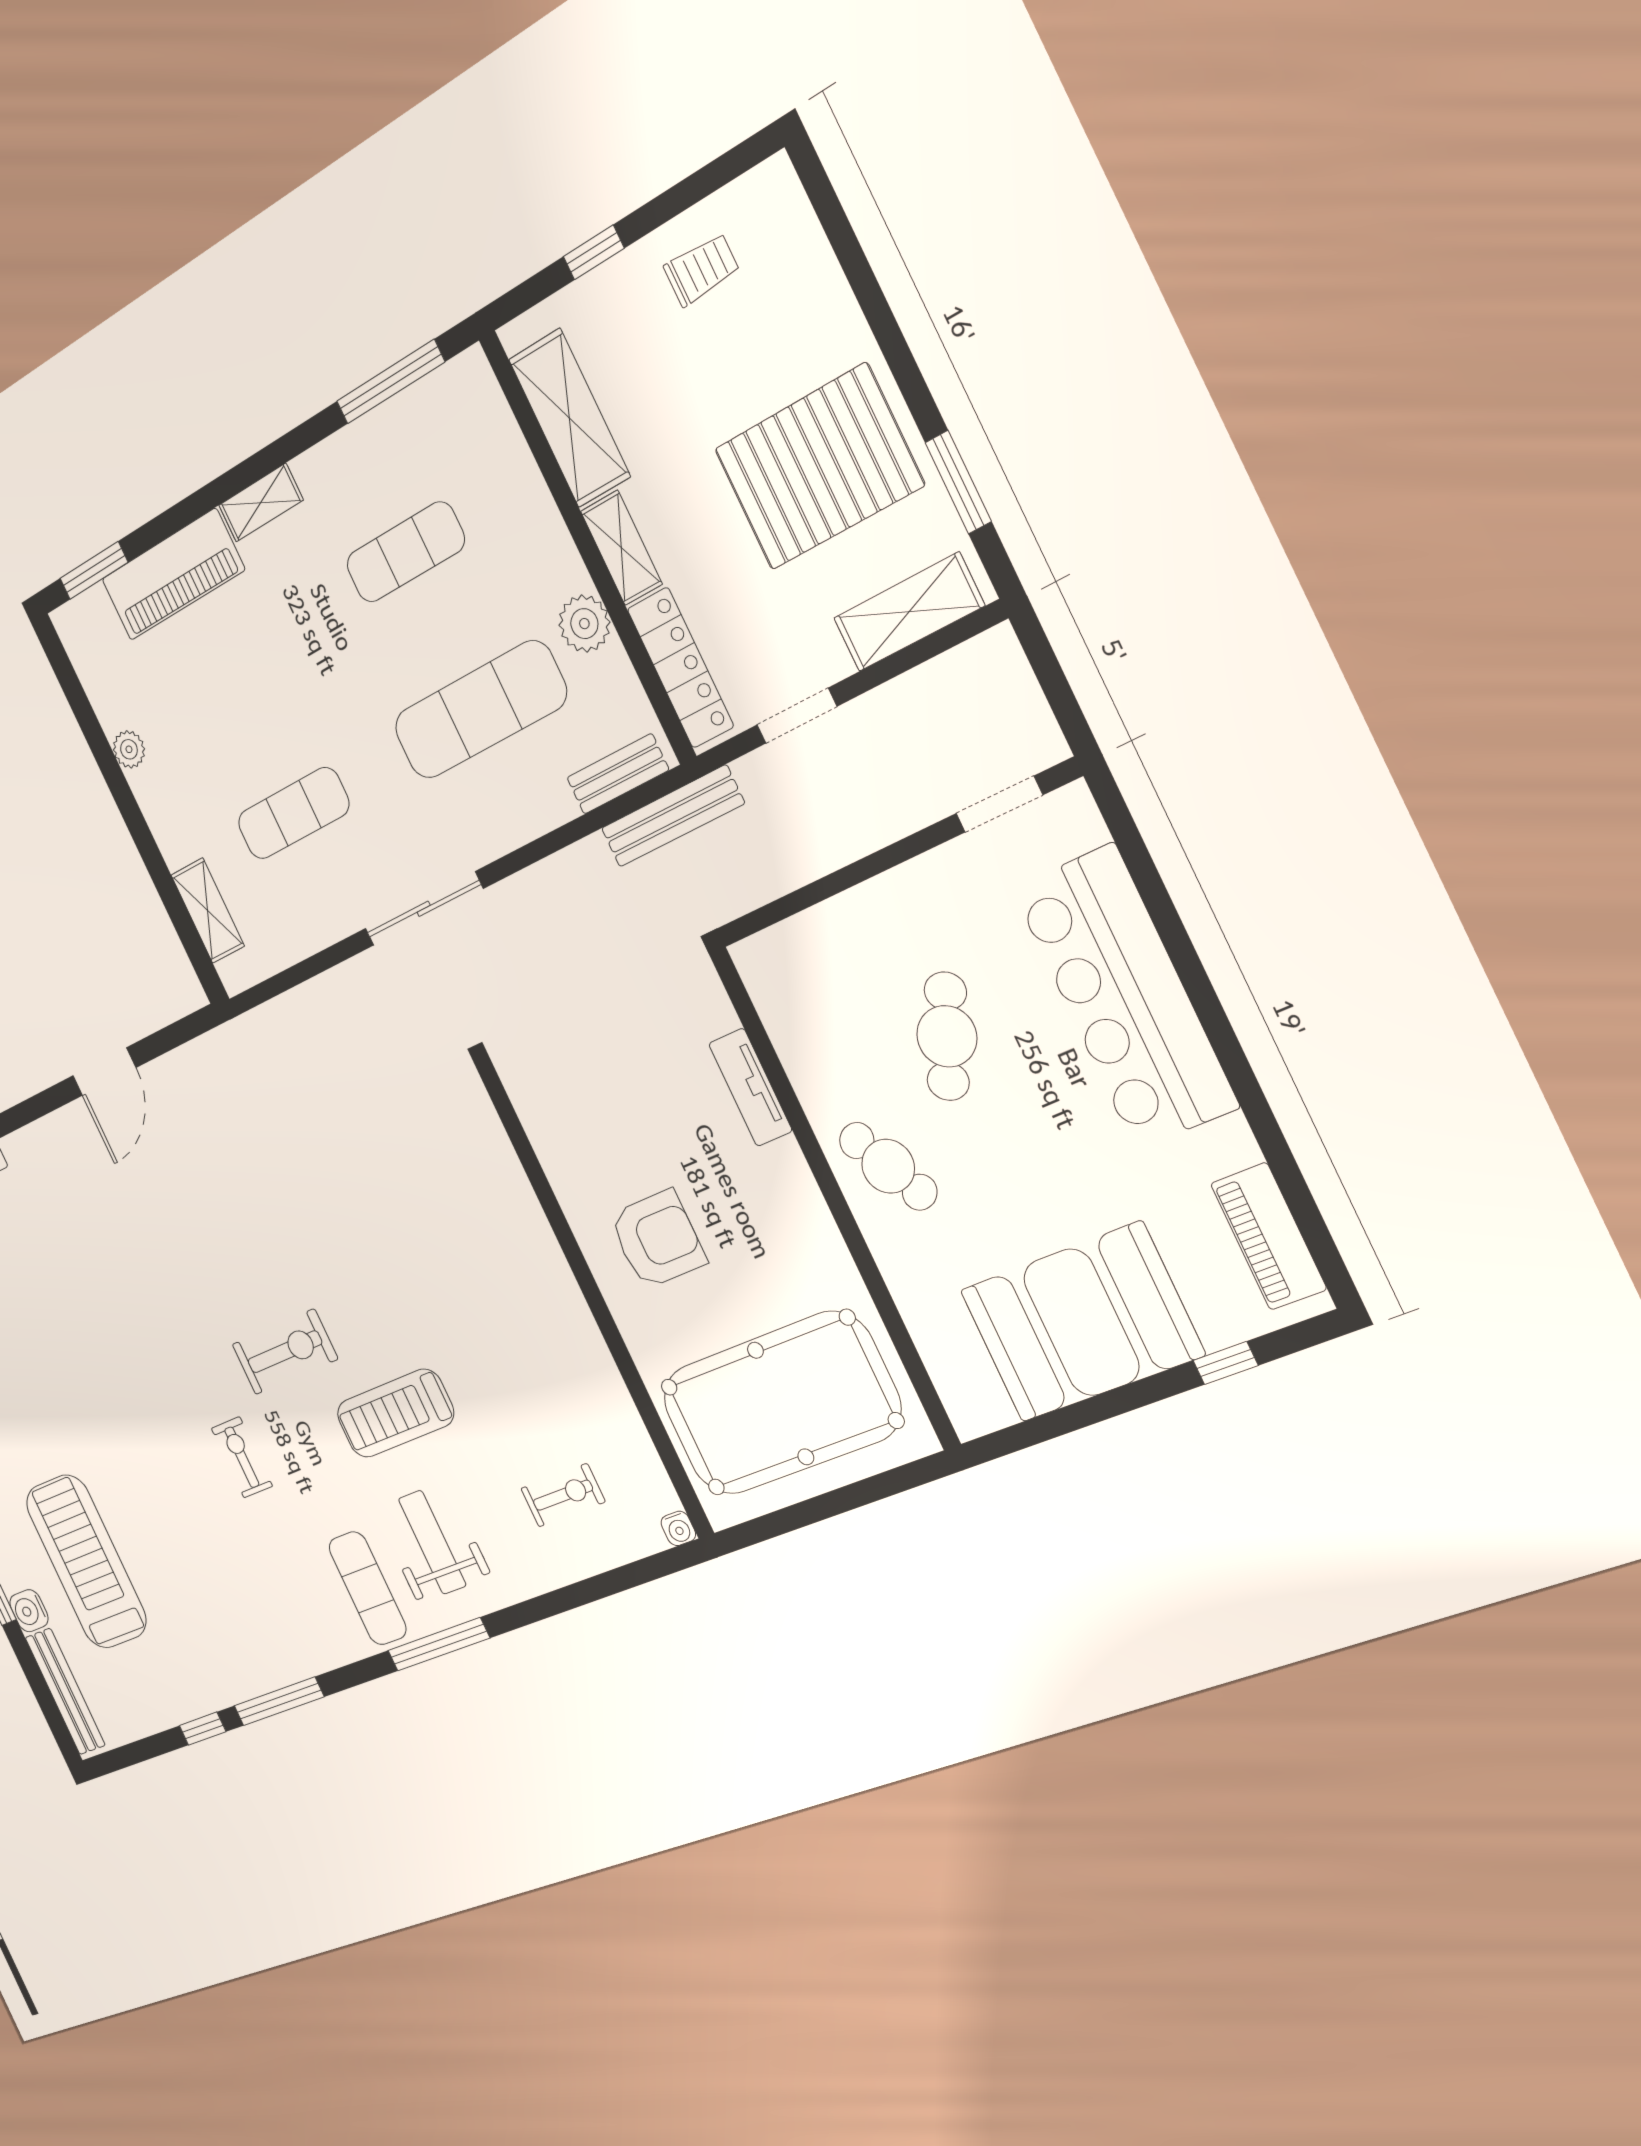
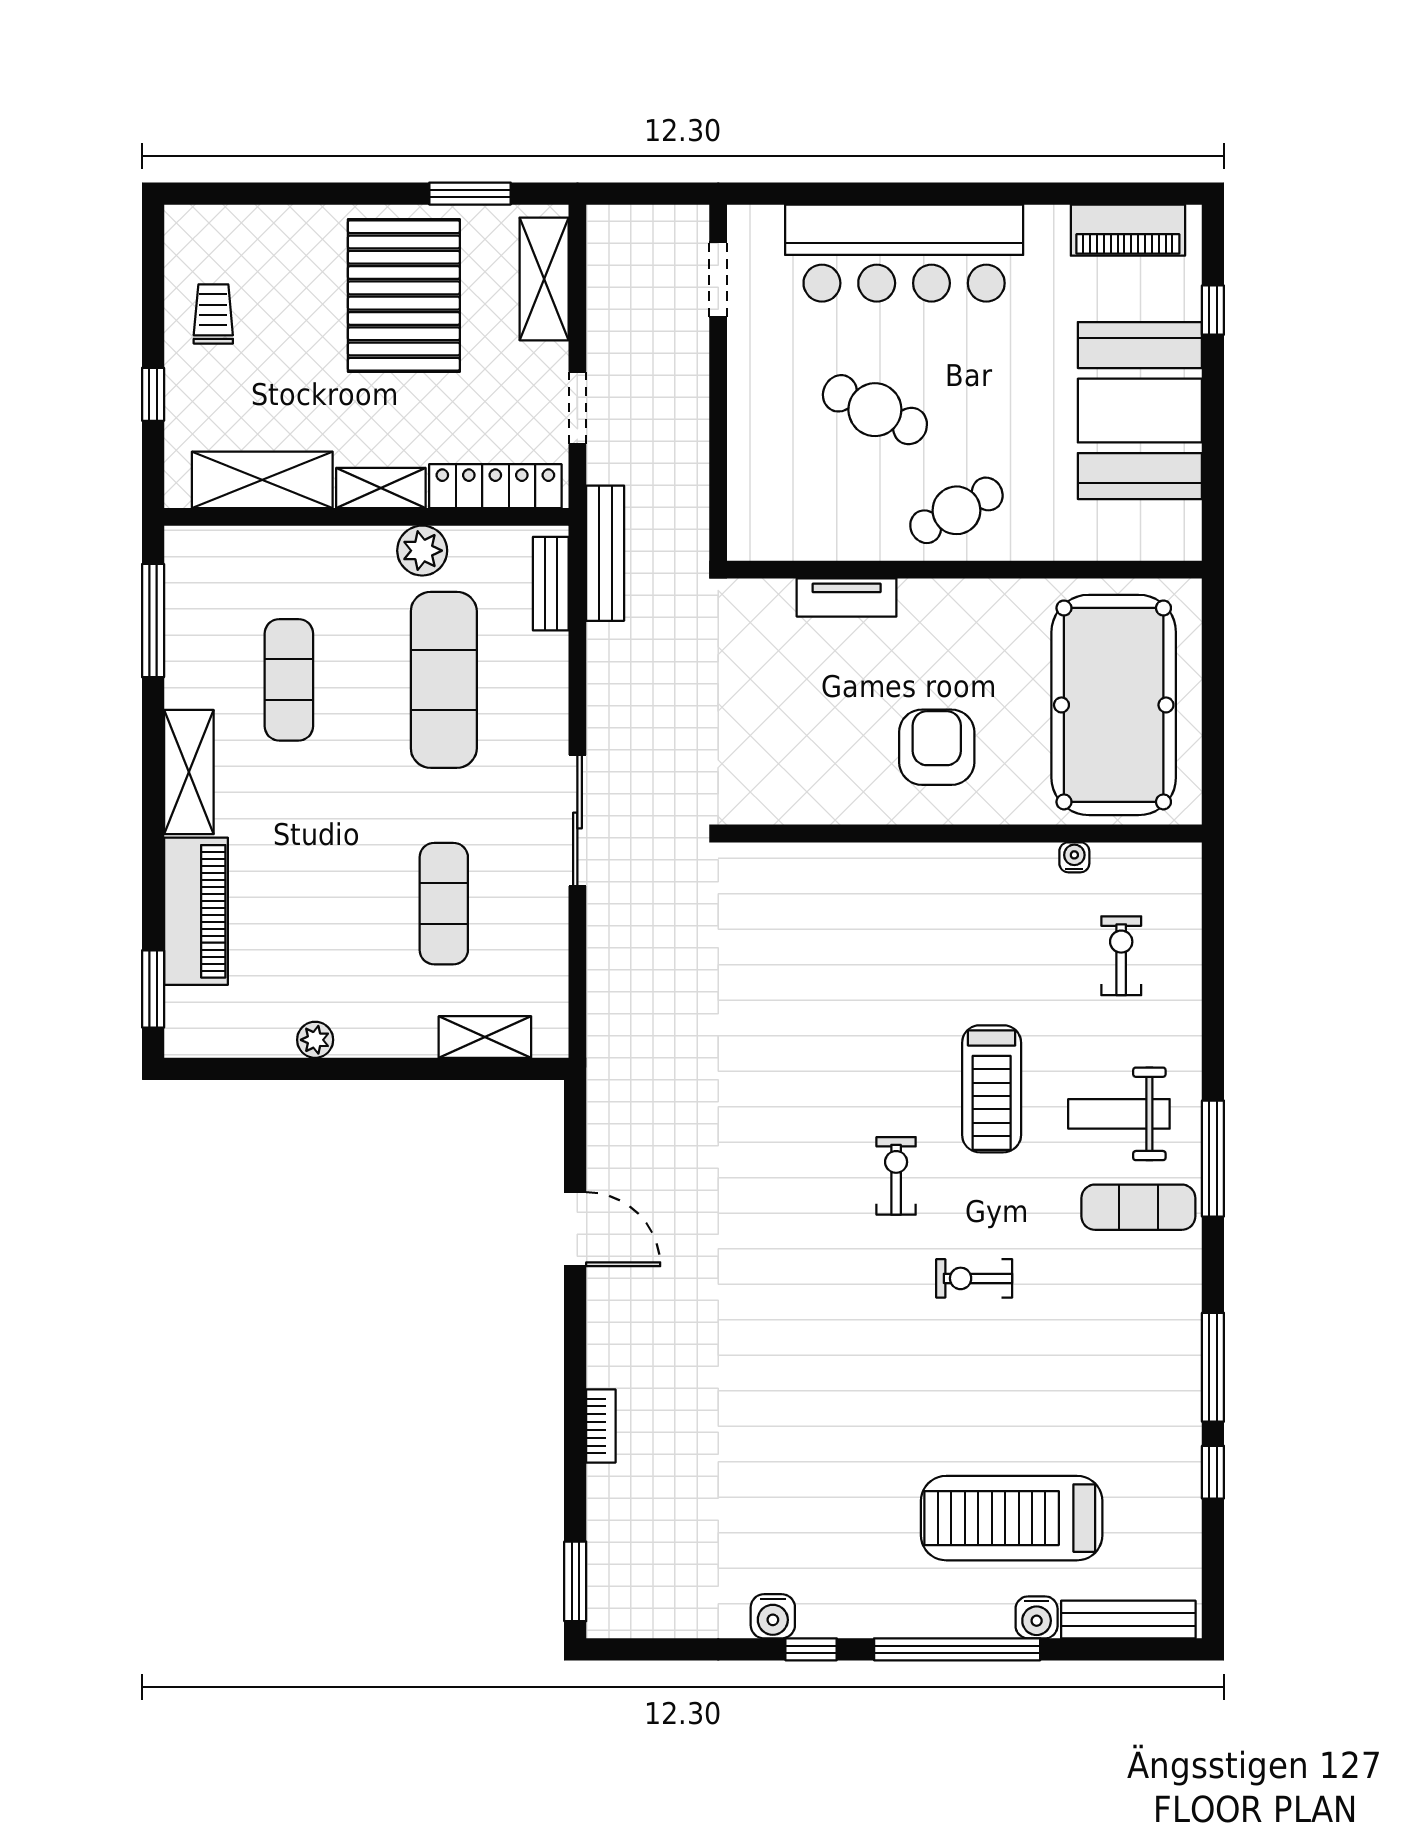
shelving: (261, 503) -> (189, 772), width x1.50, depth x1.33
exercise bike: (285, 1352) -> (896, 1176), width x0.73, depth x0.72
water cooler: (678, 1528) -> (1074, 857), moved, turned -90

